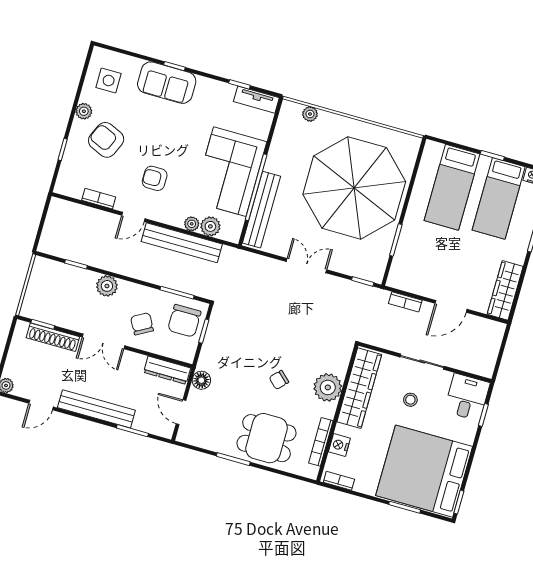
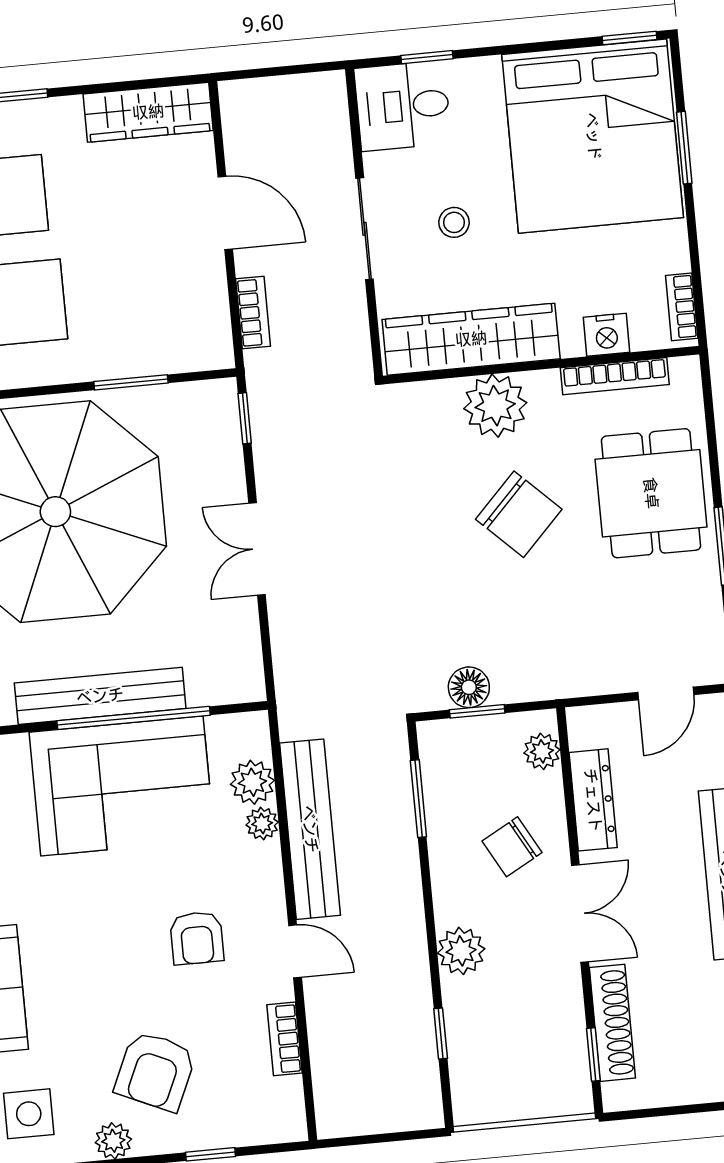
bench: (261, 210) -> (100, 696), moved
chair: (184, 321) -> (472, 760), removed
plant: (177, 352) -> (542, 751), added
dresser: (167, 370) -> (593, 800), moved
floor lamp: (201, 380) -> (469, 687), moved
chair: (279, 380) -> (519, 514), width x1.87, depth x1.87

